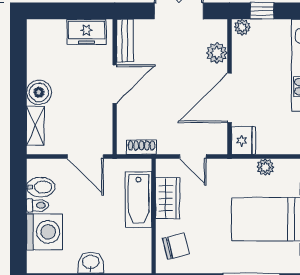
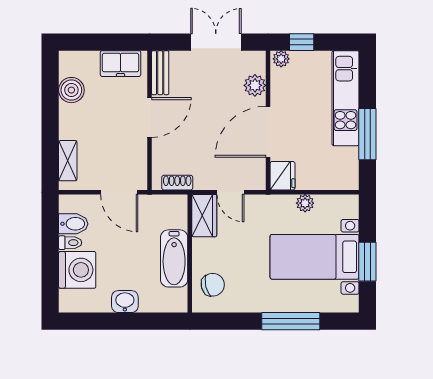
boiler: (39, 92) -> (71, 90), moved
wardrobe: (168, 198) -> (204, 216), moved
bathtub: (138, 200) -> (174, 258), moved

